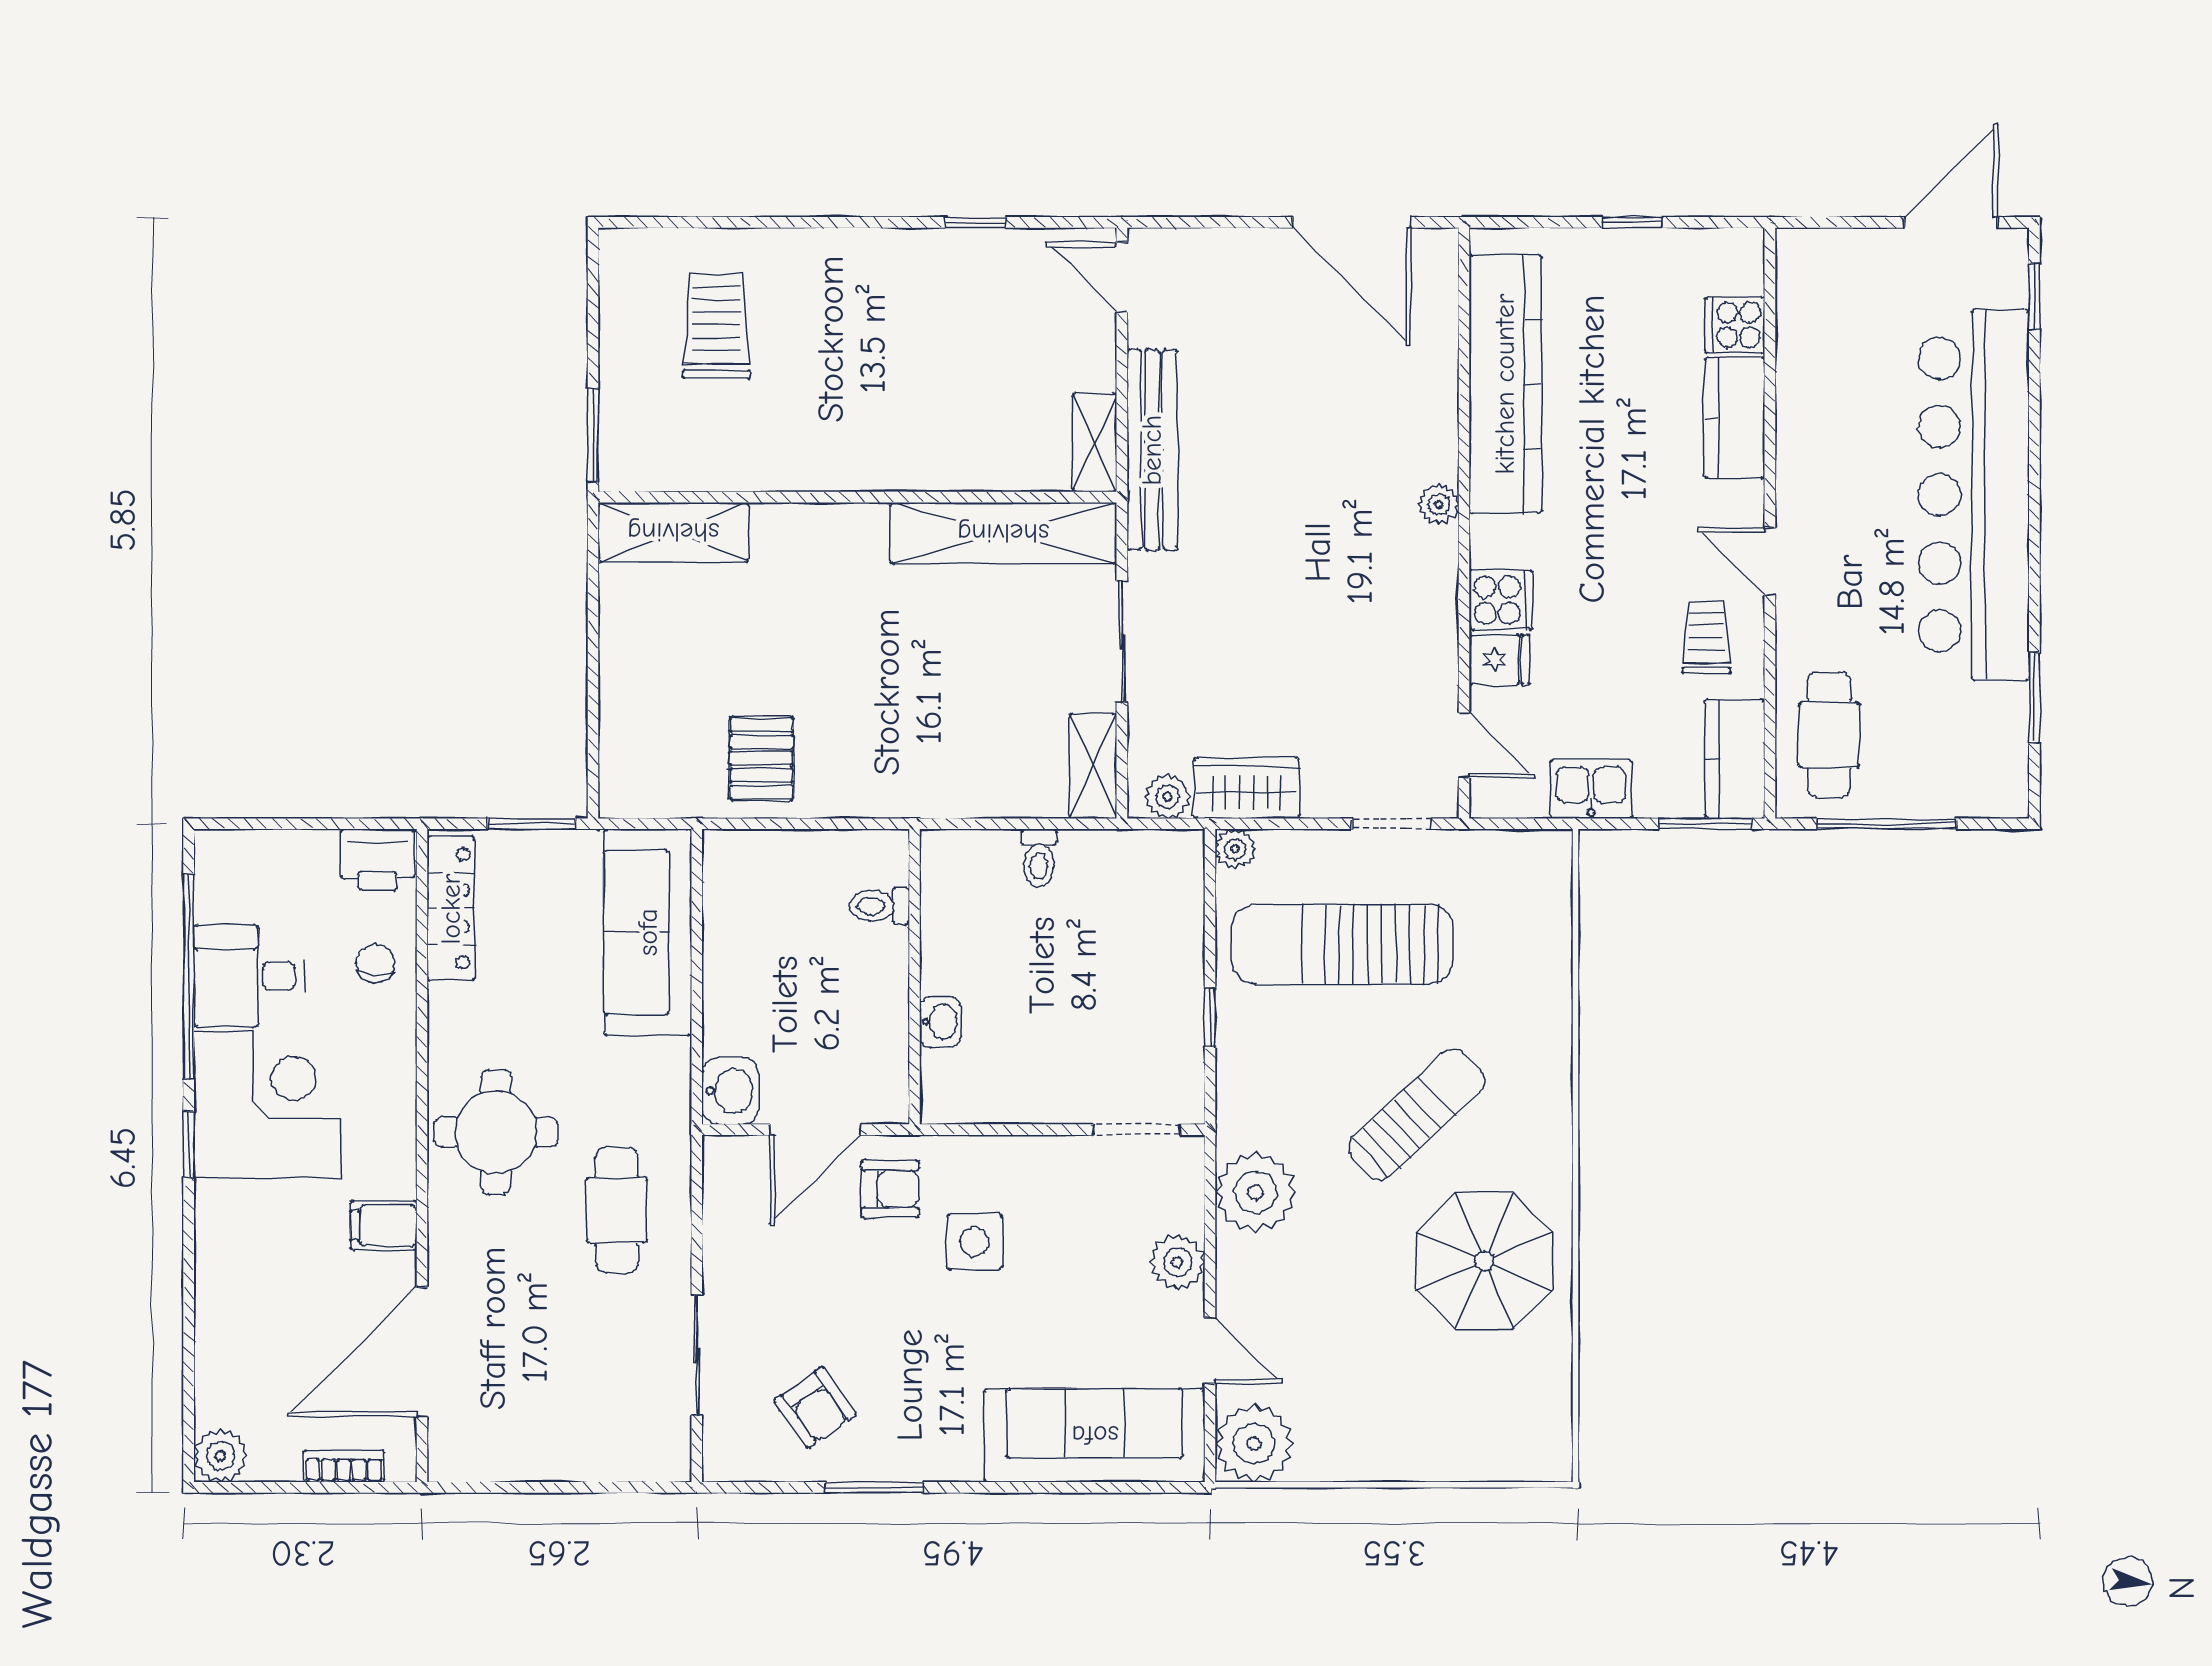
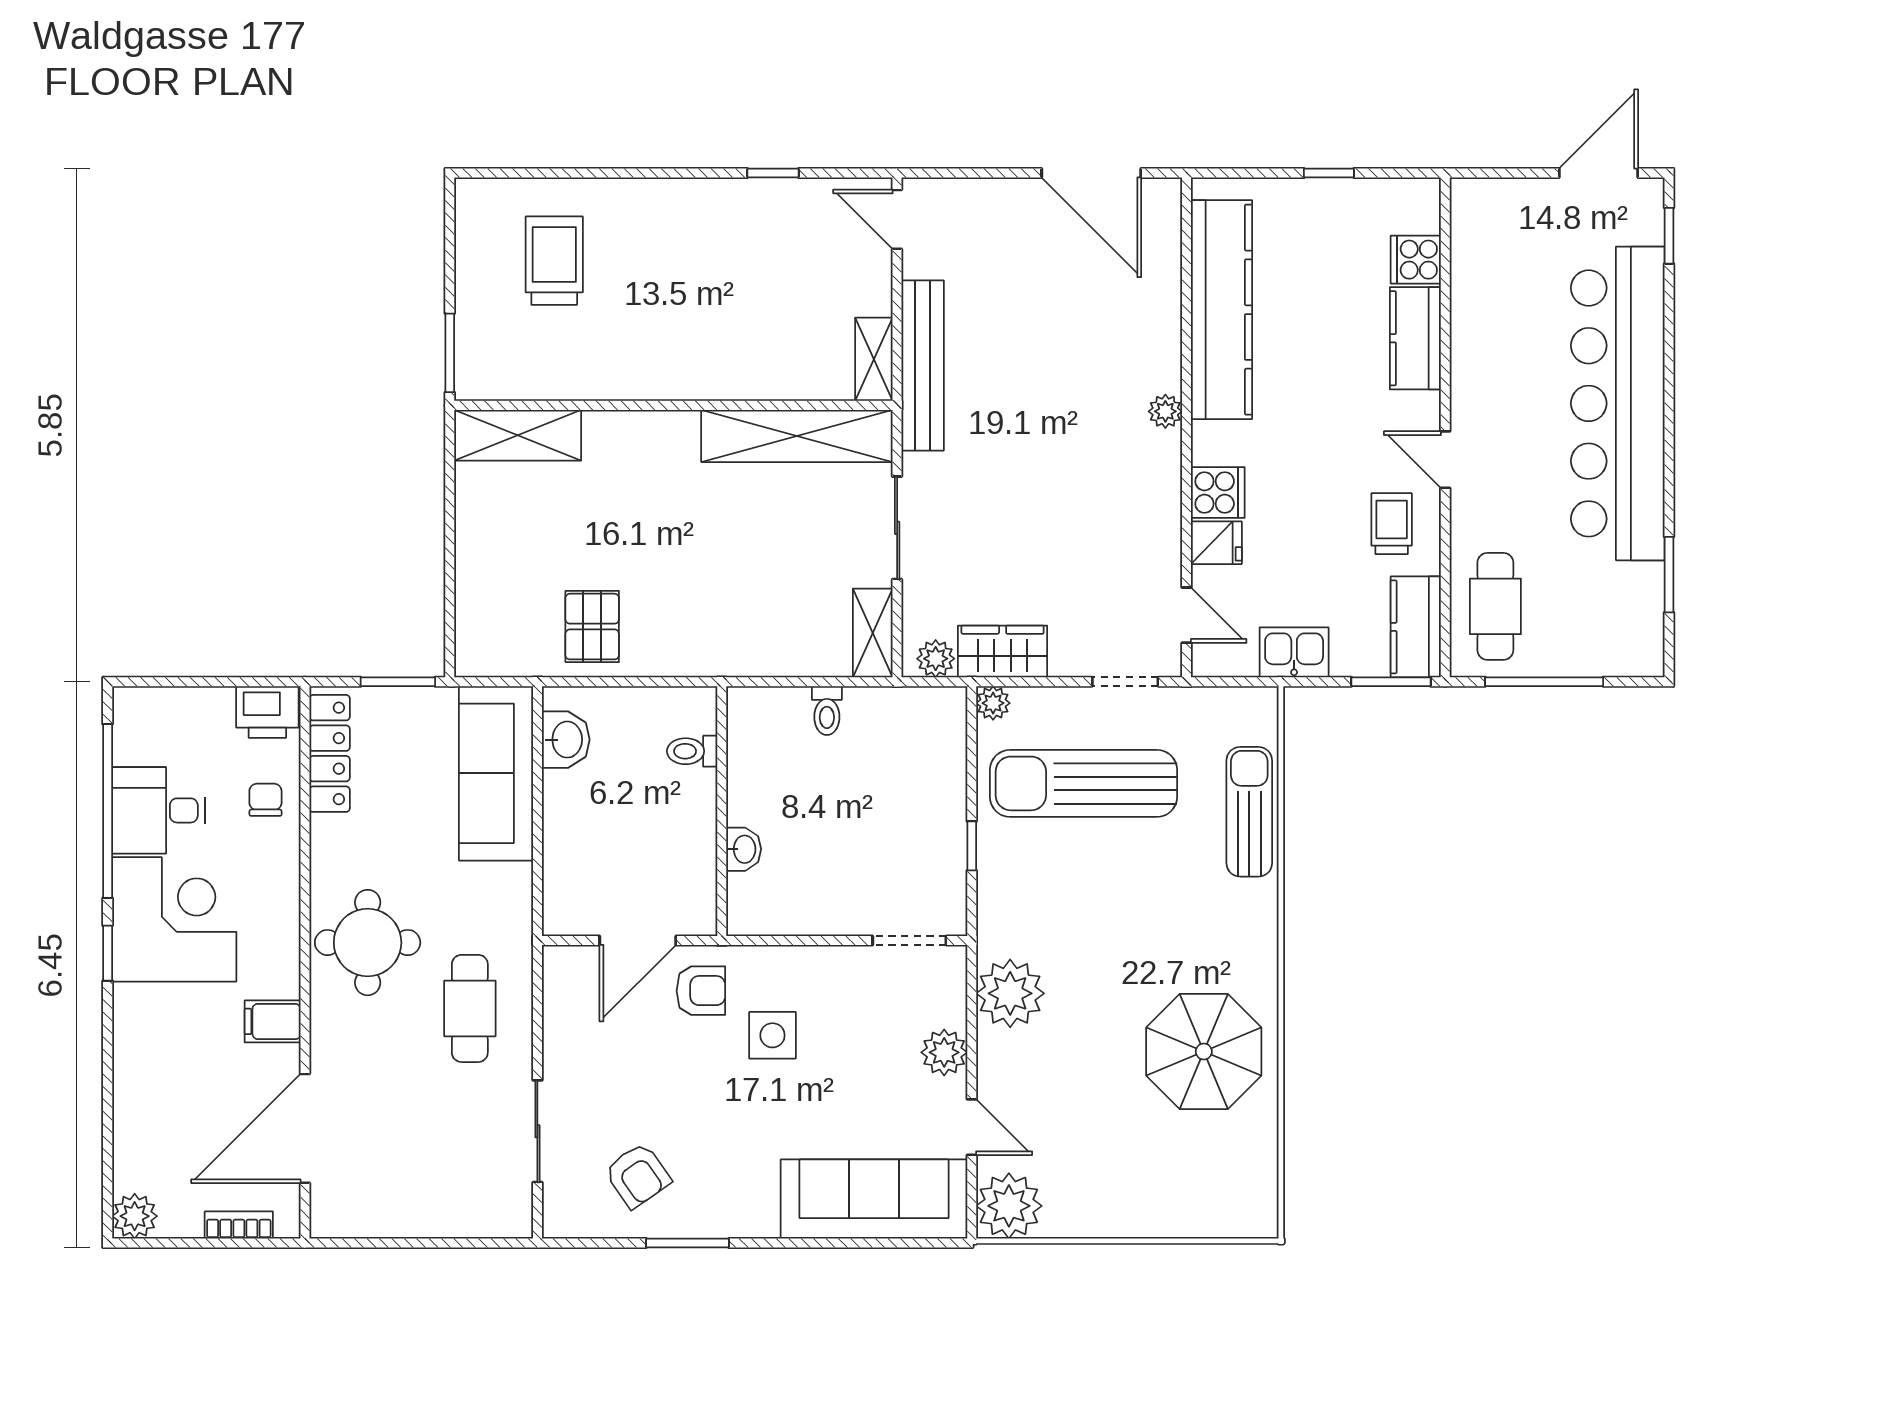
washbasin: (730, 1091) -> (566, 740), moved
sun lounger: (1417, 1114) -> (1249, 812), moved, turned -47

